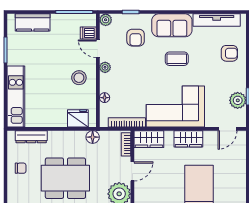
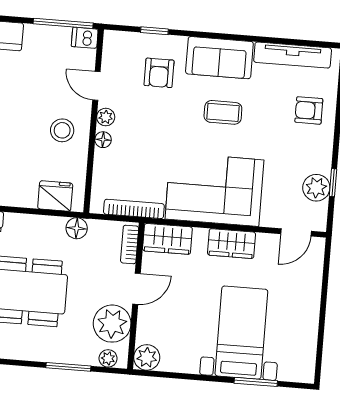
plant: (106, 20) -> (113, 40), removed
dishwasher: (88, 33) -> (85, 38), moved
armchair: (229, 53) -> (309, 110), turned 180
floor lamp: (105, 98) -> (103, 140), moved

